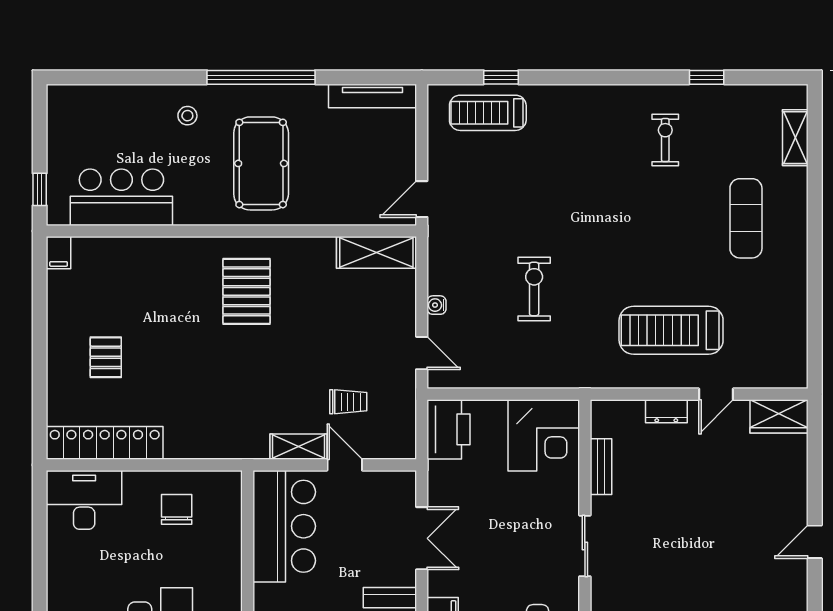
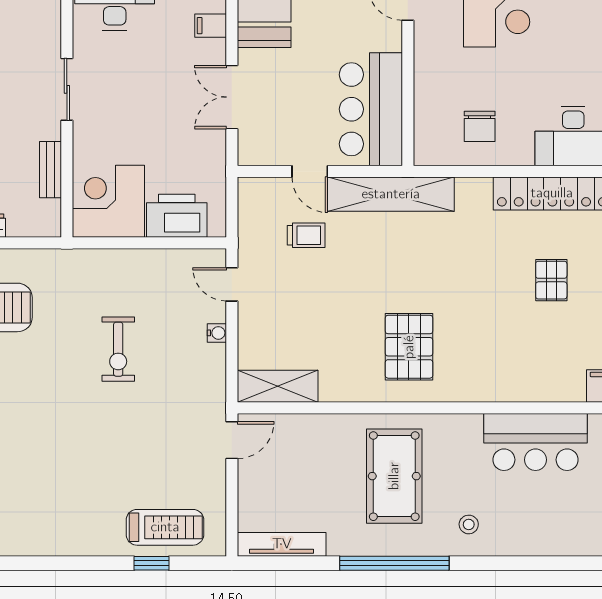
trolley: (348, 402) -> (306, 235), turned 180
printer: (449, 429) -> (177, 216), moved, turned 90
shelving: (299, 447) -> (391, 194), width x2.20, depth x1.33

